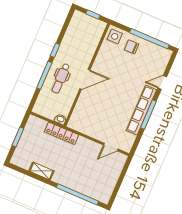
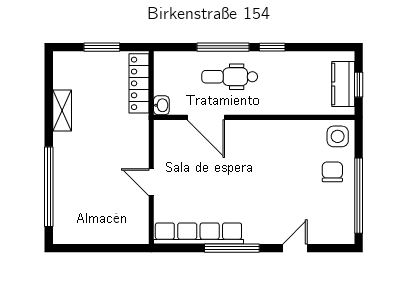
kitchen counter: (89, 22) -> (343, 84), added
door: (85, 79) -> (206, 117), moved
door: (162, 82) -> (295, 248), hinge flipped
row of seats: (142, 110) -> (198, 233), moved
locker: (62, 133) -> (139, 83), moved
door: (111, 147) -> (151, 182), moved

